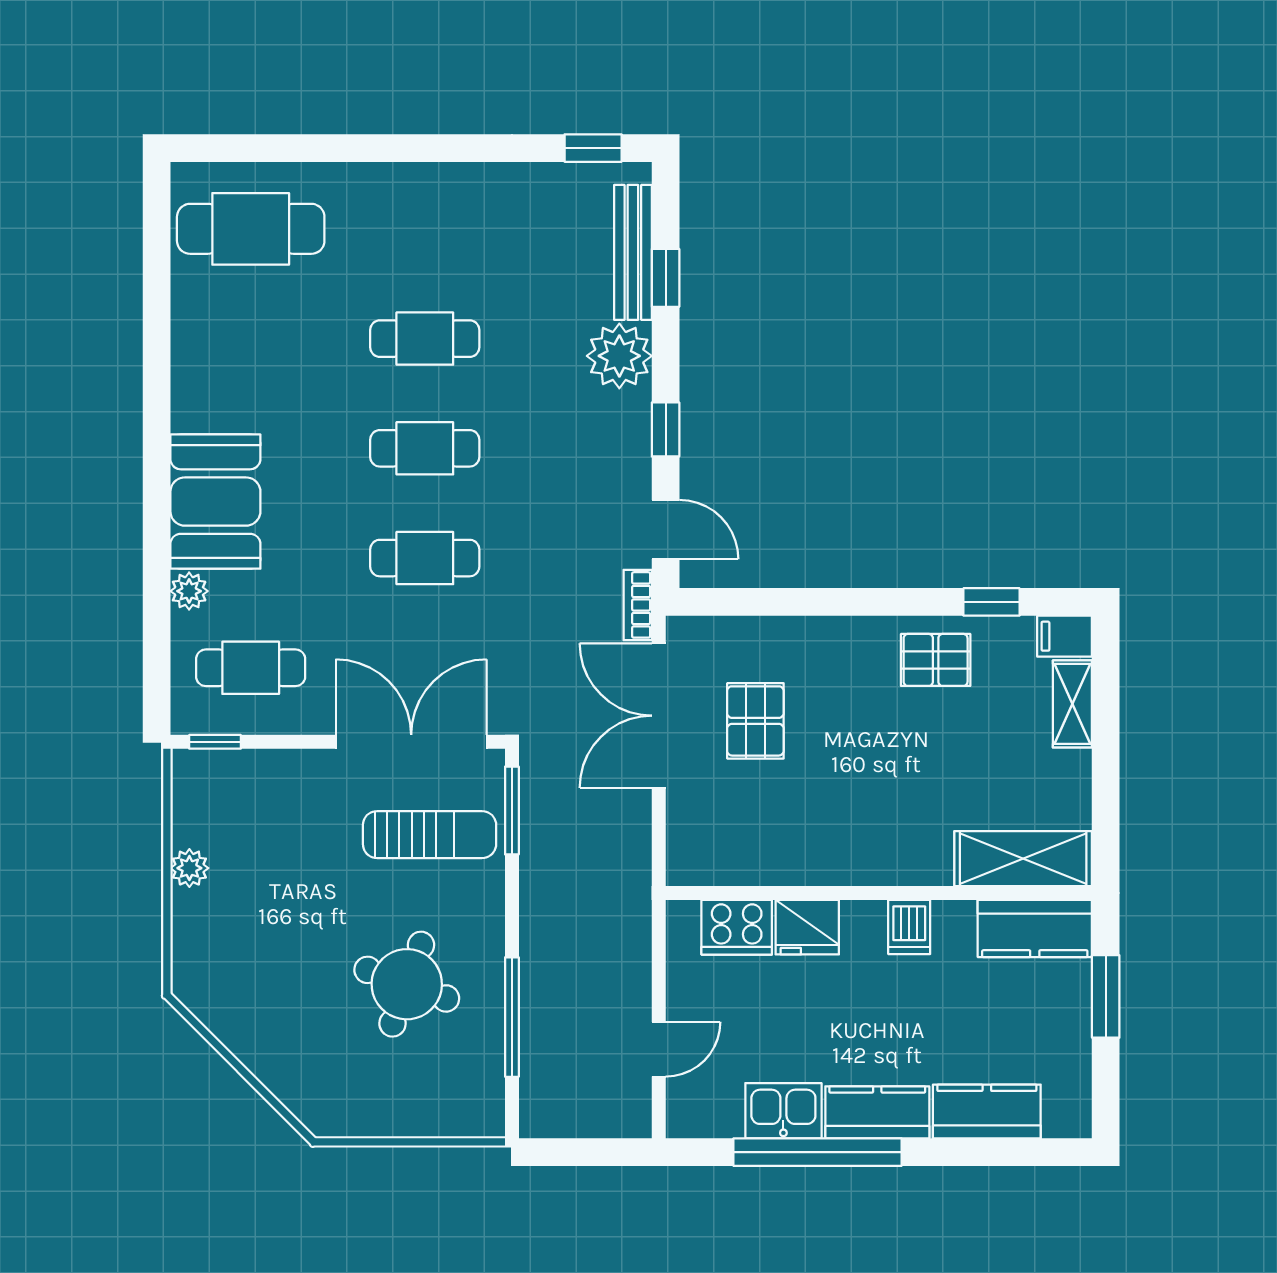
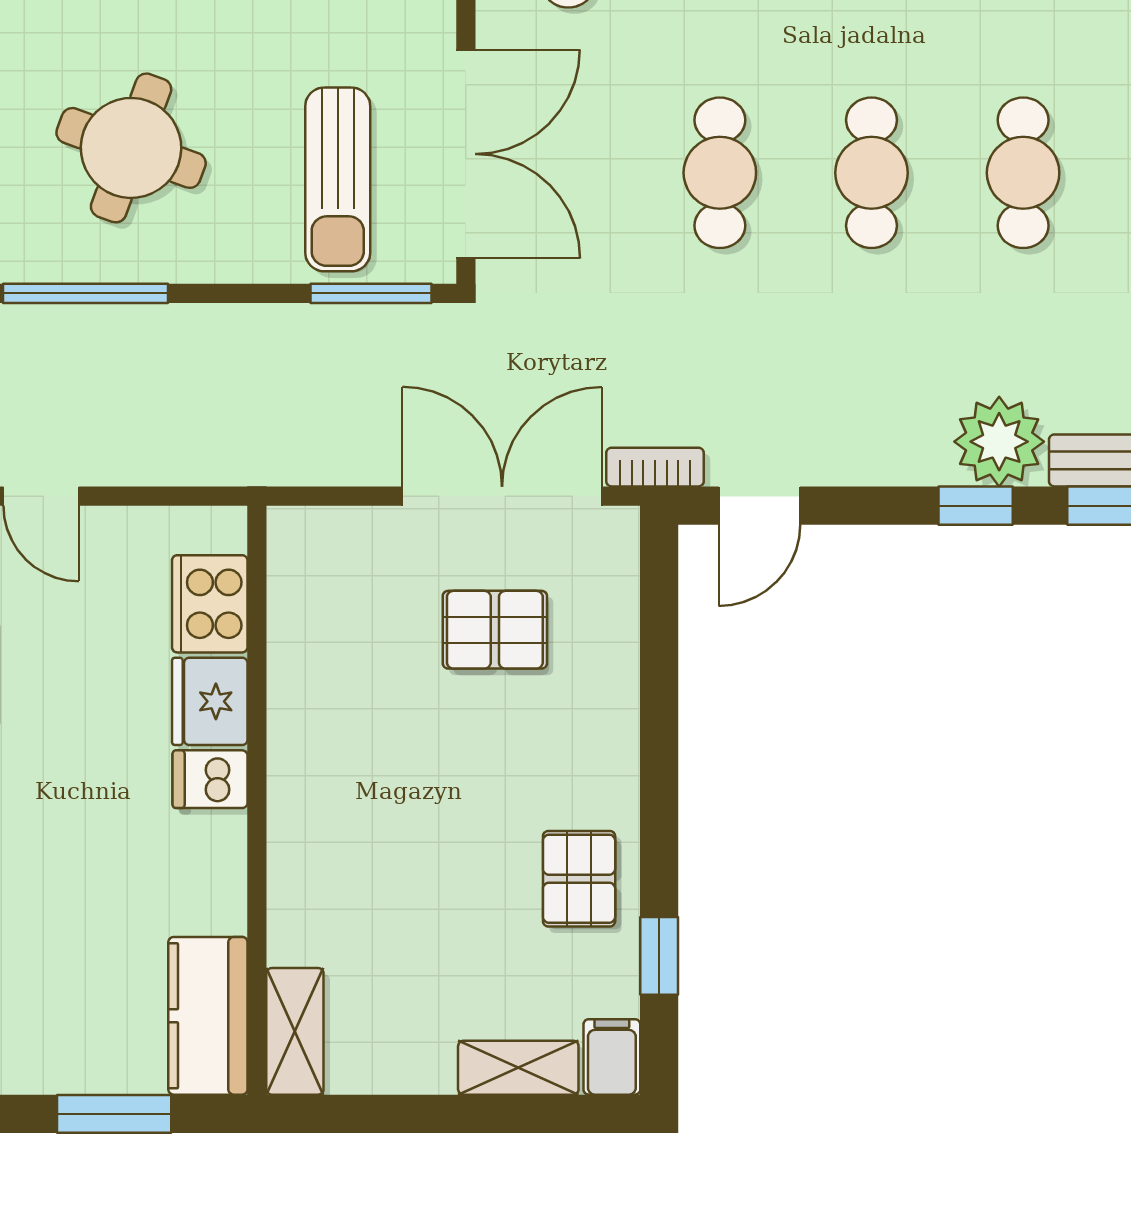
window: (666, 429) -> (976, 506), moved
shelving: (1023, 859) -> (295, 1031), width x0.67, depth x0.75
dishwasher: (909, 927) -> (210, 779), moved

